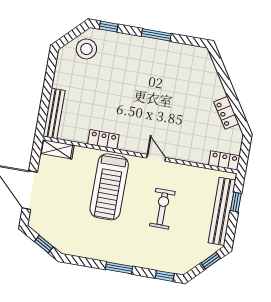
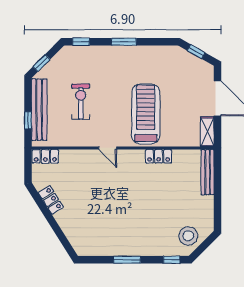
shelving: (57, 149) -> (207, 132), moved, turned 90
exercise bike: (162, 209) -> (81, 102), moved, turned 180

